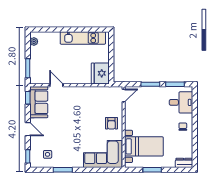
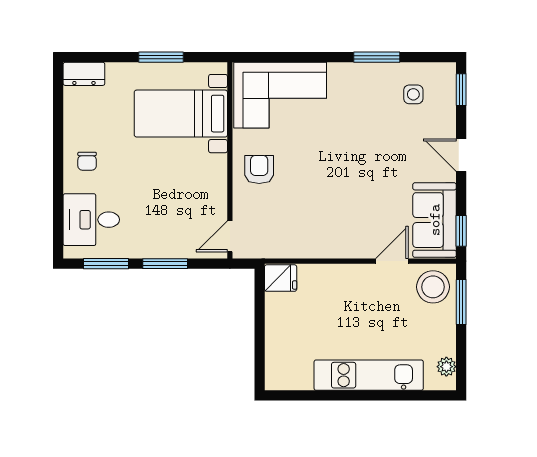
kitchen unit: (83, 38) -> (369, 375), moved
fridge: (100, 73) -> (281, 278), width x0.53, depth x0.75
stool: (39, 75) -> (433, 287), added
door: (56, 85) -> (392, 261), swing flipped

